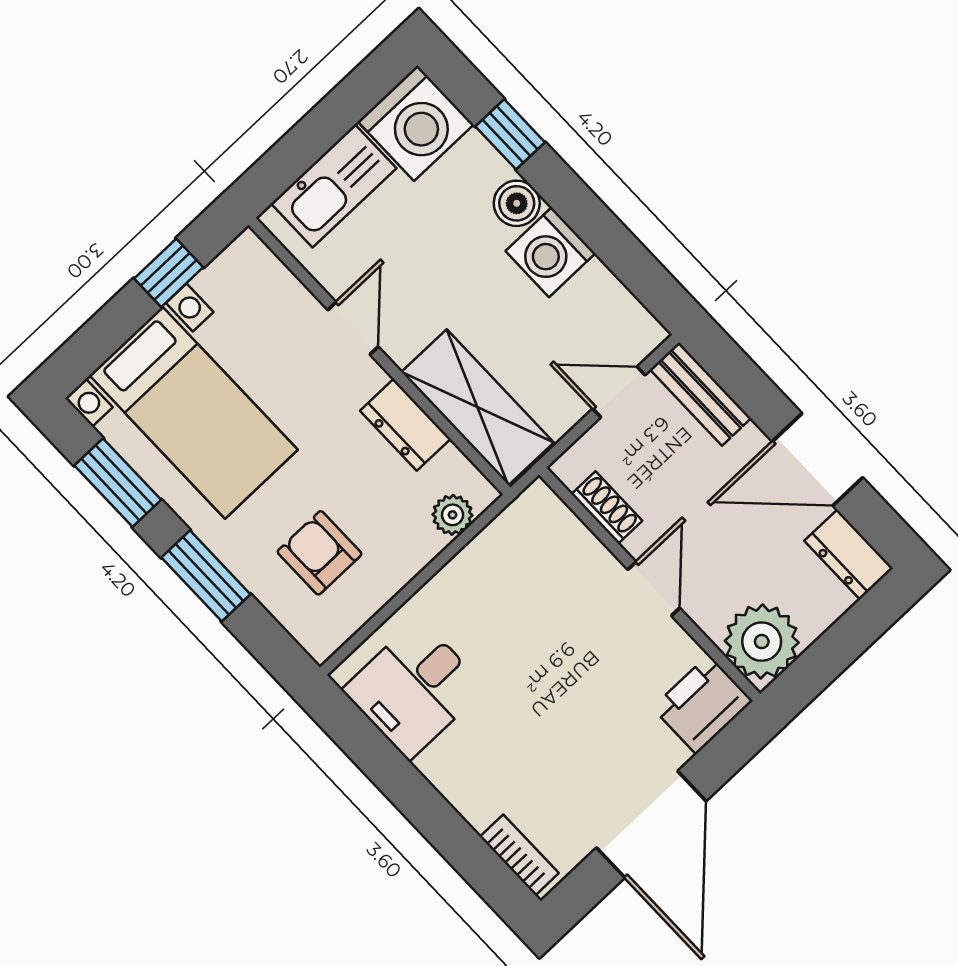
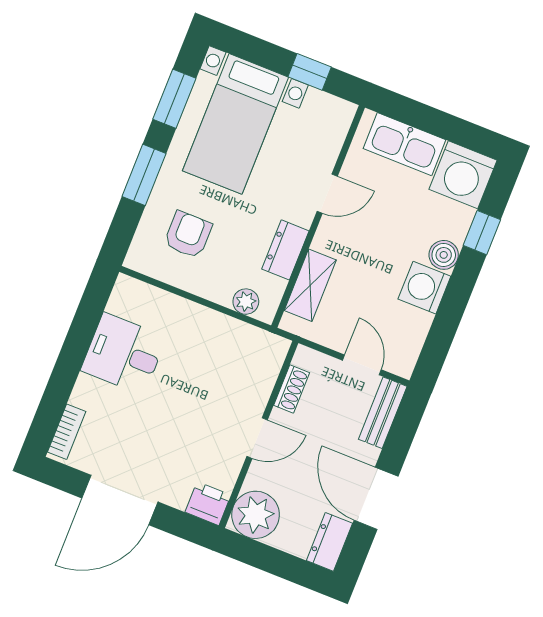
shelving: (477, 407) -> (310, 285), width x0.67, depth x0.75
desk: (414, 689) -> (124, 354), moved
printer: (702, 704) -> (208, 504), width x0.73, depth x0.81

